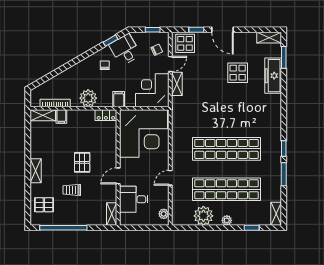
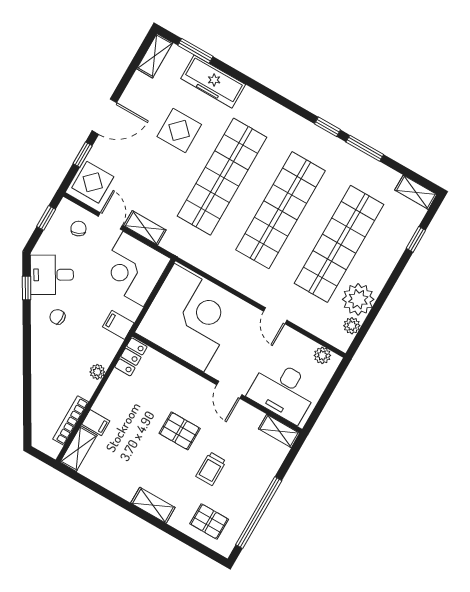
plant: (88, 98) -> (97, 372), width x0.53, depth x0.53
shop shelf: (226, 109) -> (222, 177), added
desk: (134, 199) -> (283, 391), width x1.37
pallet: (44, 205) -> (209, 521), turned 90
plant: (227, 220) -> (352, 326), moved

